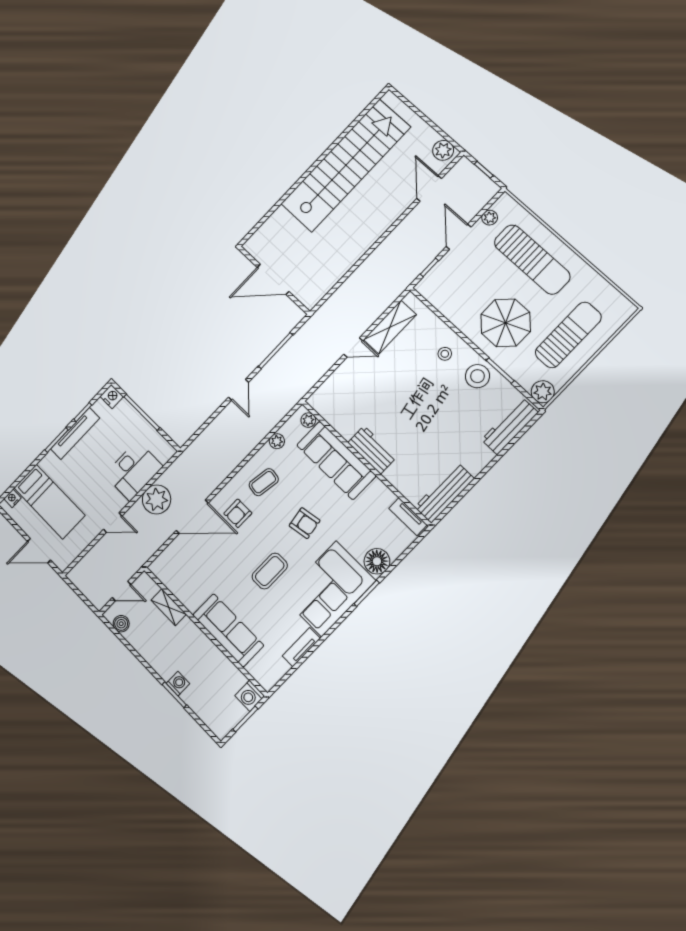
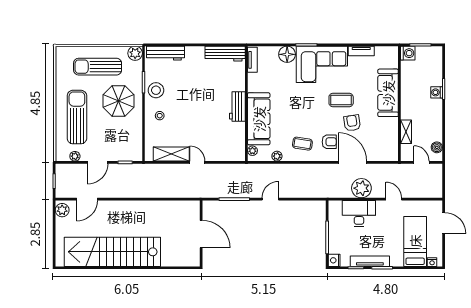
armchair: (305, 523) -> (352, 123), moved

